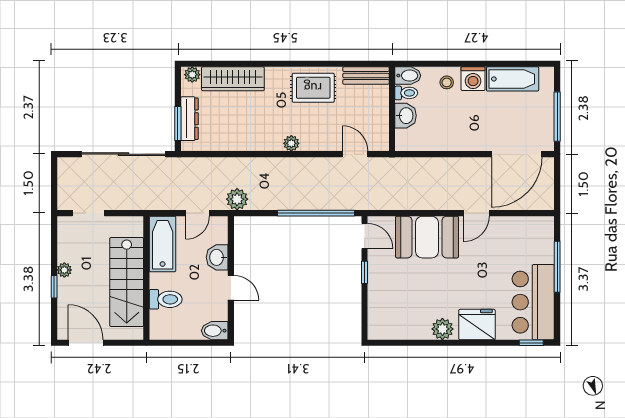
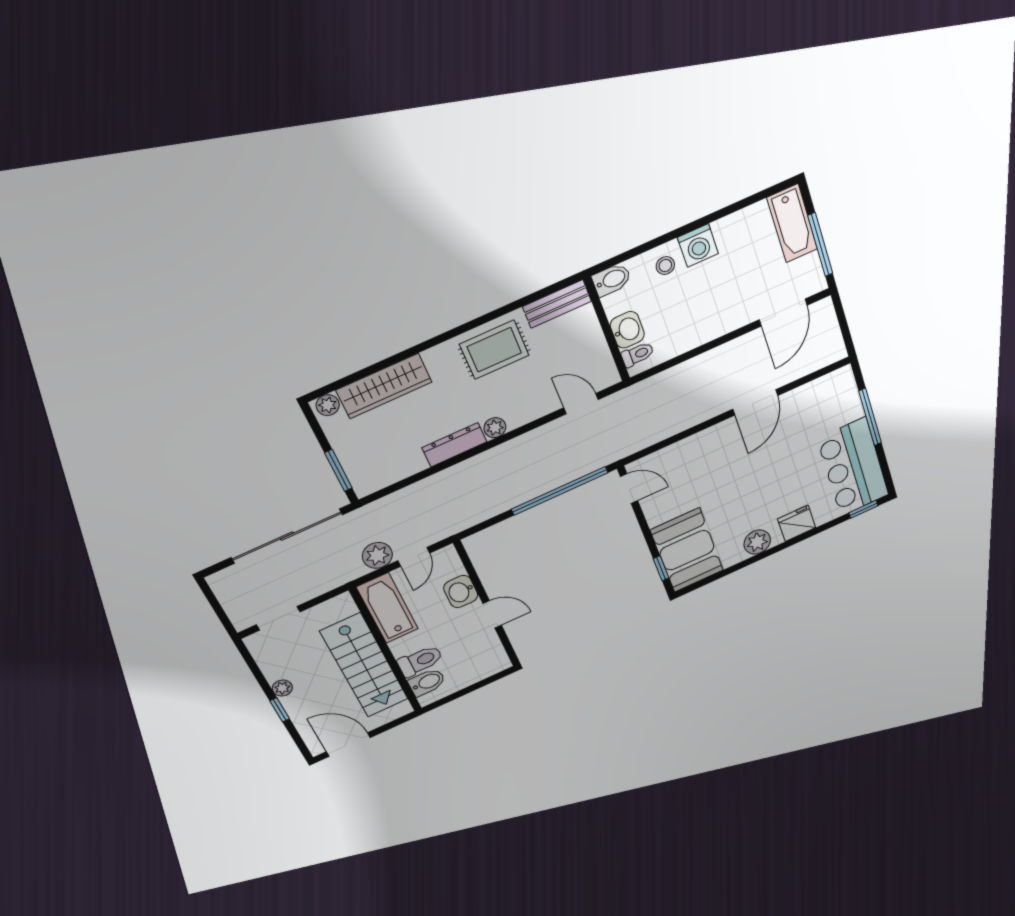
bathtub: (513, 79) -> (792, 223), moved, turned 90
toilet: (406, 93) -> (638, 354), moved
dresser: (189, 119) -> (454, 445), moved, turned -90
door: (517, 154) -> (783, 313), width x0.73
plant: (237, 199) -> (377, 555), moved
door: (476, 213) -> (755, 402), width x1.37
booth: (427, 237) -> (687, 550), moved, turned 90
window: (365, 272) -> (661, 568), moved
fridge: (477, 325) -> (797, 523), width x0.73, depth x0.75
bidet: (215, 331) -> (427, 682), moved, turned 180

